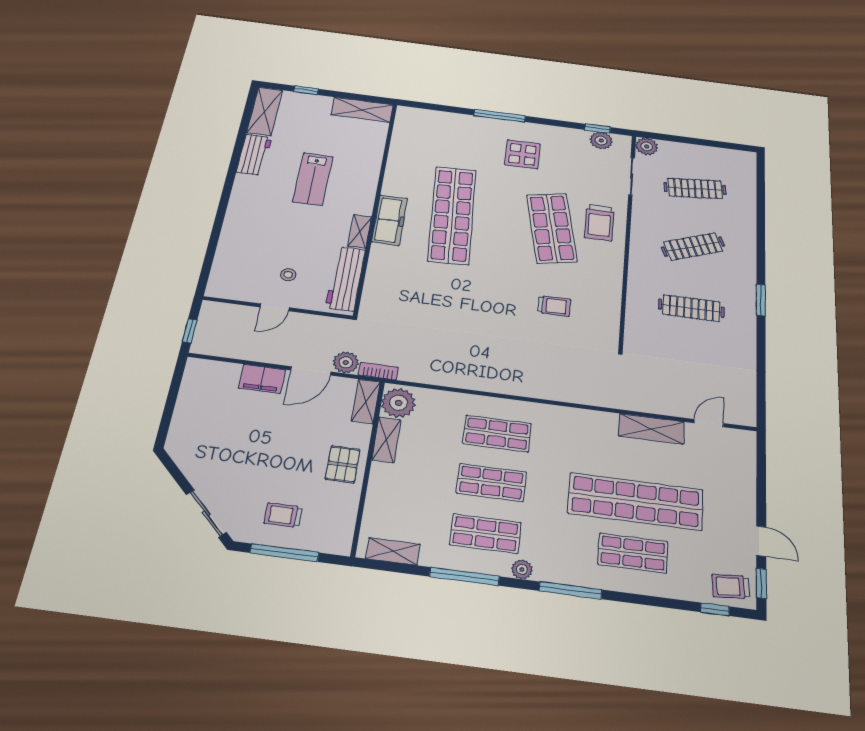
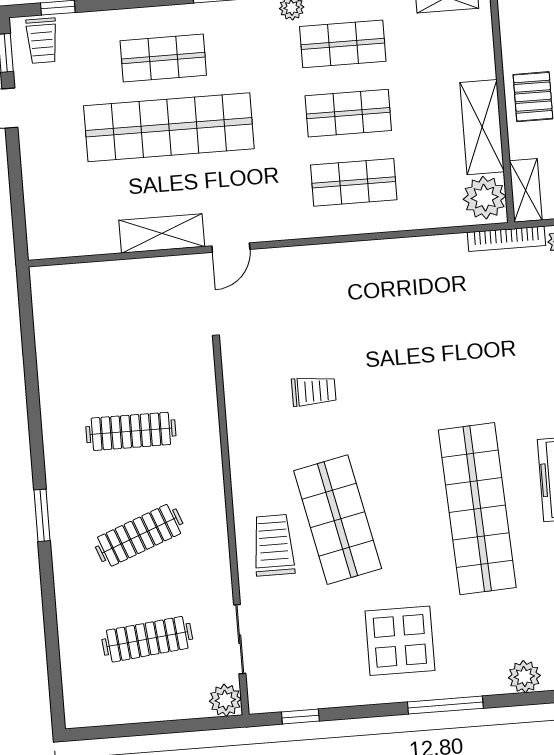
plant: (601, 141) -> (524, 677), moved
display table: (523, 154) -> (400, 641), width x1.36, depth x1.36
window: (761, 300) -> (42, 515), moved
trolley: (554, 306) -> (314, 391), turned 180
bookcase: (378, 371) -> (506, 239), width x1.56
door: (709, 423) -> (231, 248), moved
shelving: (386, 440) -> (482, 127), width x1.50, depth x1.33
trolley: (731, 586) -> (42, 41), turned 95

